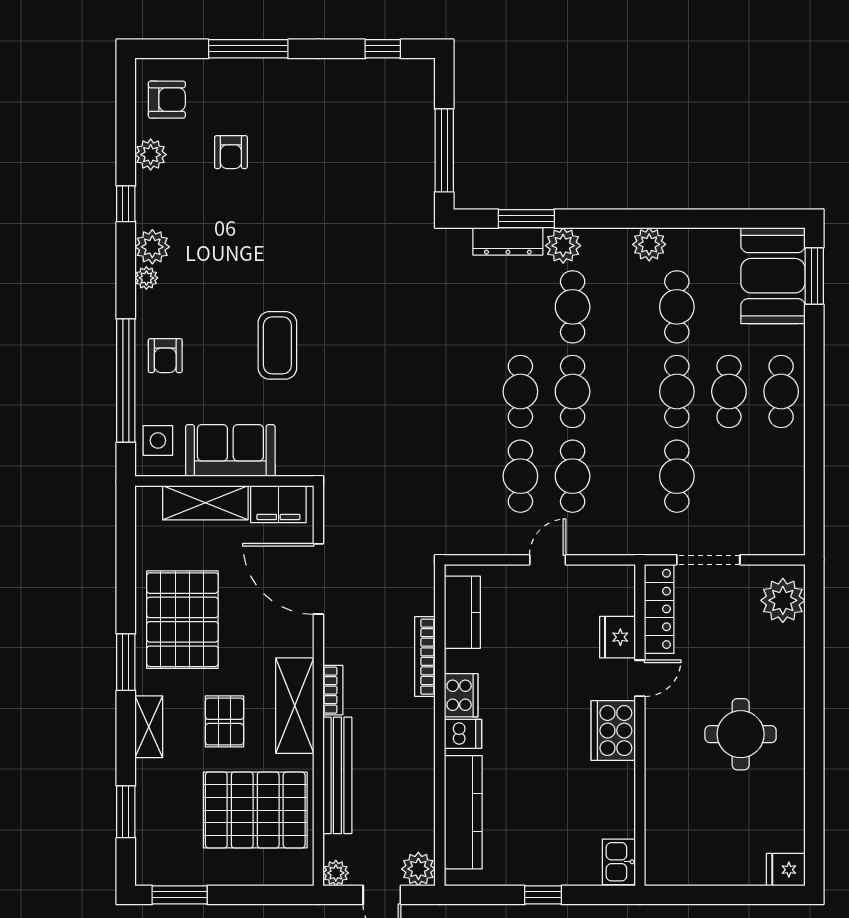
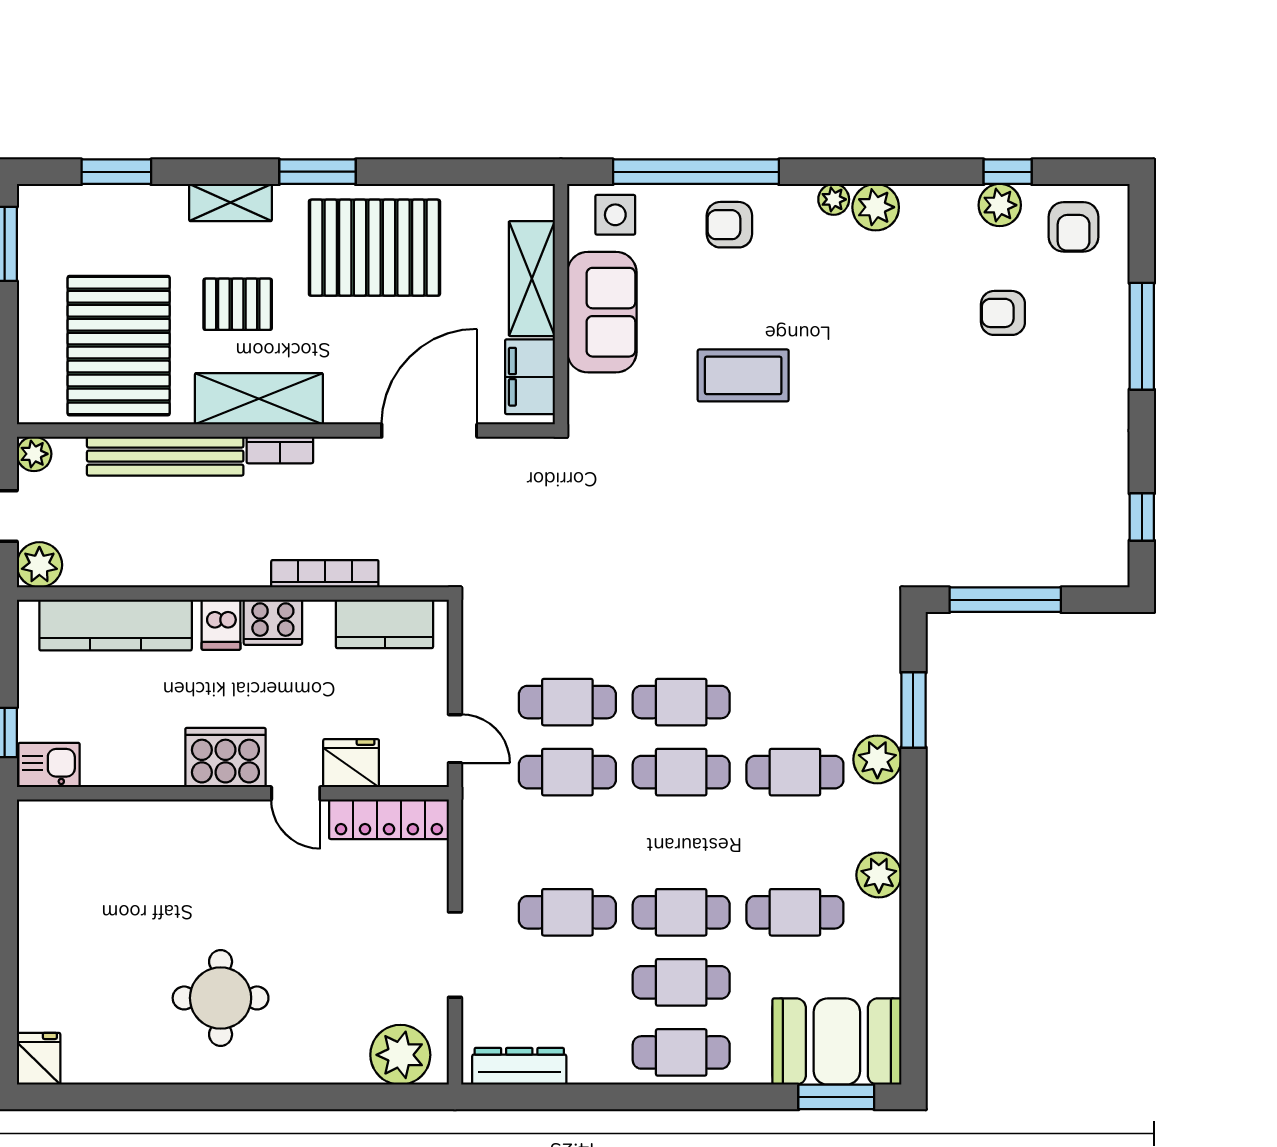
window: (126, 204) -> (1008, 172), moved
dresser: (508, 241) -> (519, 1066), moved, turned 90
locker: (659, 609) -> (389, 819), moved
fridge: (617, 637) -> (351, 763), moved
door: (640, 678) -> (296, 793), moved
wall: (640, 725) -> (233, 793), moved
cooker: (613, 731) -> (225, 758), moved
kitchen sink: (619, 862) -> (49, 765), moved

